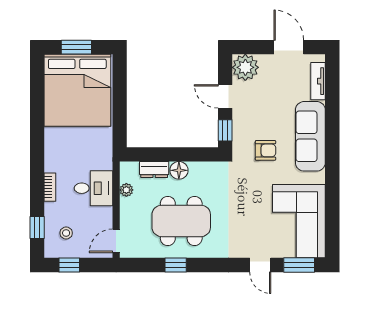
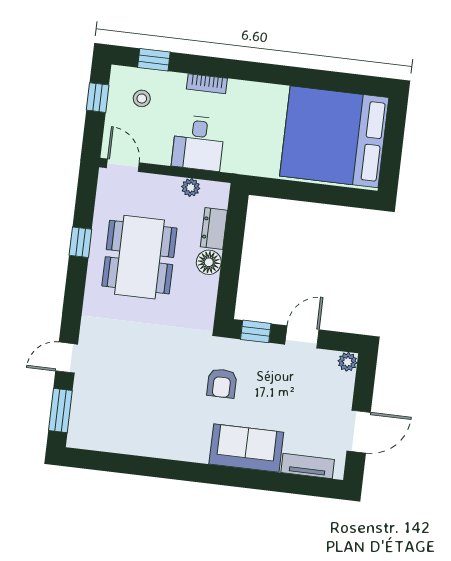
window: (76, 47) -> (393, 143), removed
plant: (245, 67) -> (348, 362), width x0.53, depth x0.53
sofa: (310, 136) -> (246, 448), width x0.73
corner sofa: (299, 221) -> (120, 417), removed

